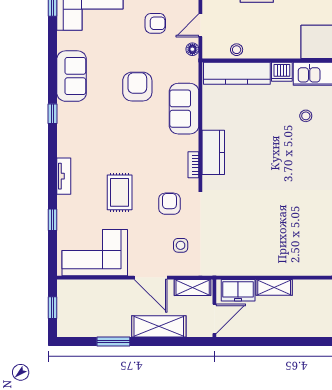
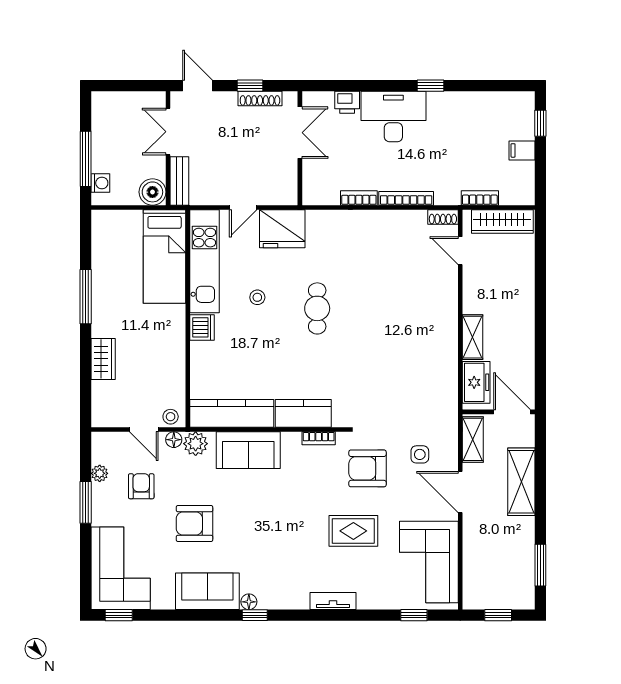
stool: (237, 50) -> (171, 417), moved
plant: (189, 67) -> (196, 444), added
kitchen counter: (237, 73) -> (232, 413), moved, turned -90
armchair: (137, 87) -> (194, 523), moved
floor lamp: (63, 109) -> (249, 602), added
cafe table: (297, 164) -> (317, 308), added
armchair: (169, 204) -> (368, 468), width x1.38, depth x1.38
window: (52, 220) -> (414, 615), moved
door: (151, 278) -> (460, 492), swing flipped
window: (113, 342) -> (540, 565), moved

